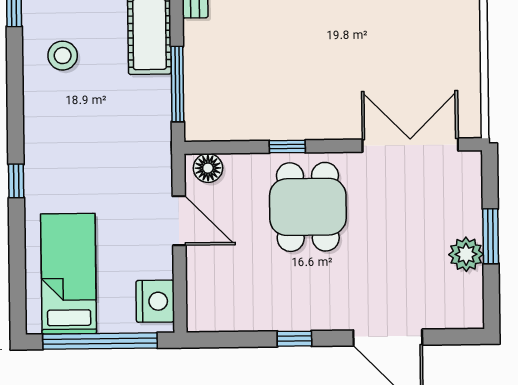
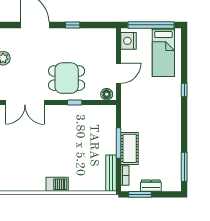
stool: (63, 56) -> (165, 140), removed
window: (177, 84) -> (119, 143), moved
dining table: (308, 207) -> (67, 78), turned 90
door: (179, 221) -> (119, 73), swing flipped

